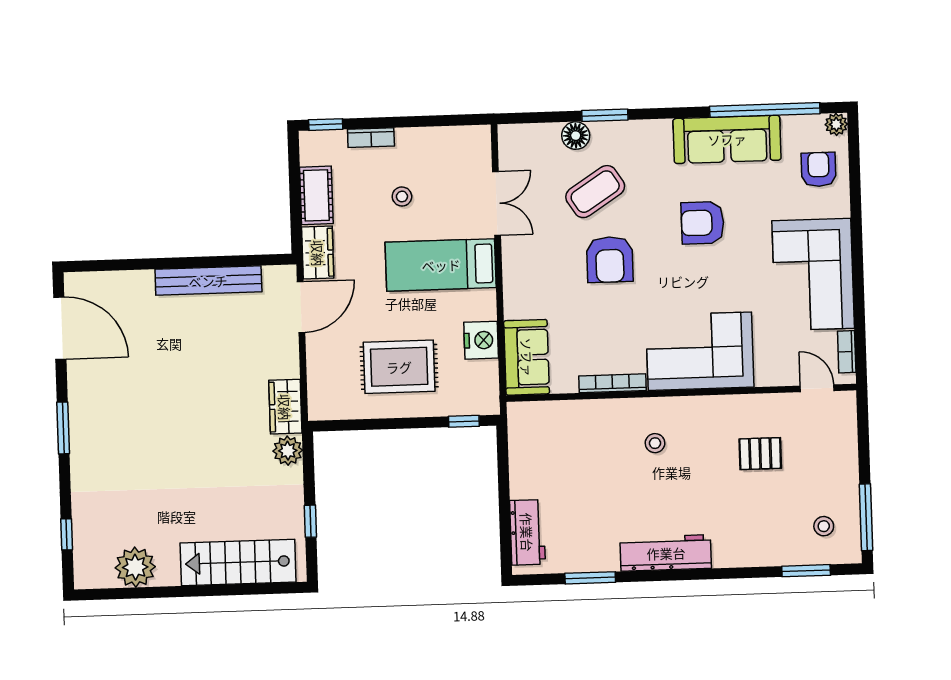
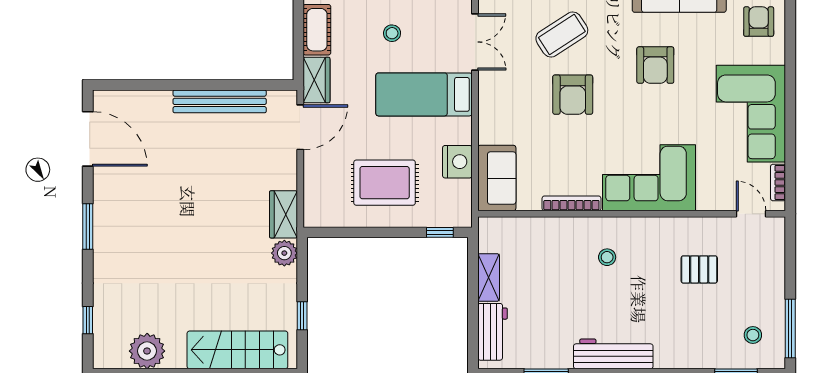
armchair: (703, 223) -> (655, 65), turned -90
shelving: (521, 471) -> (489, 277), added

